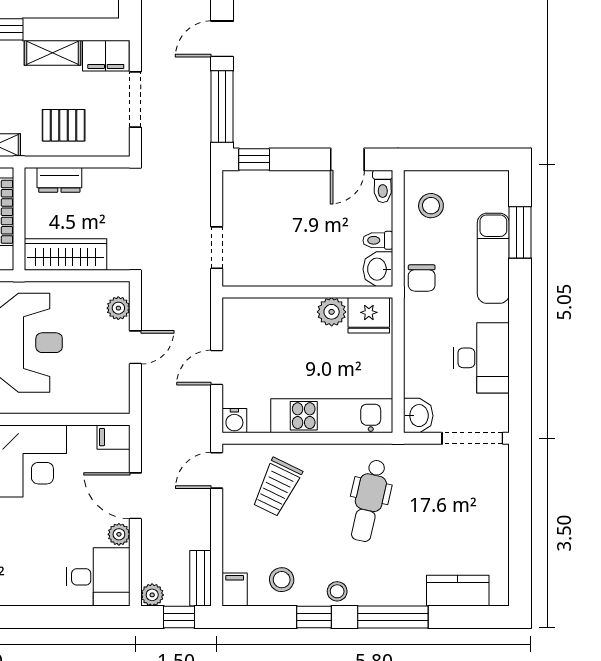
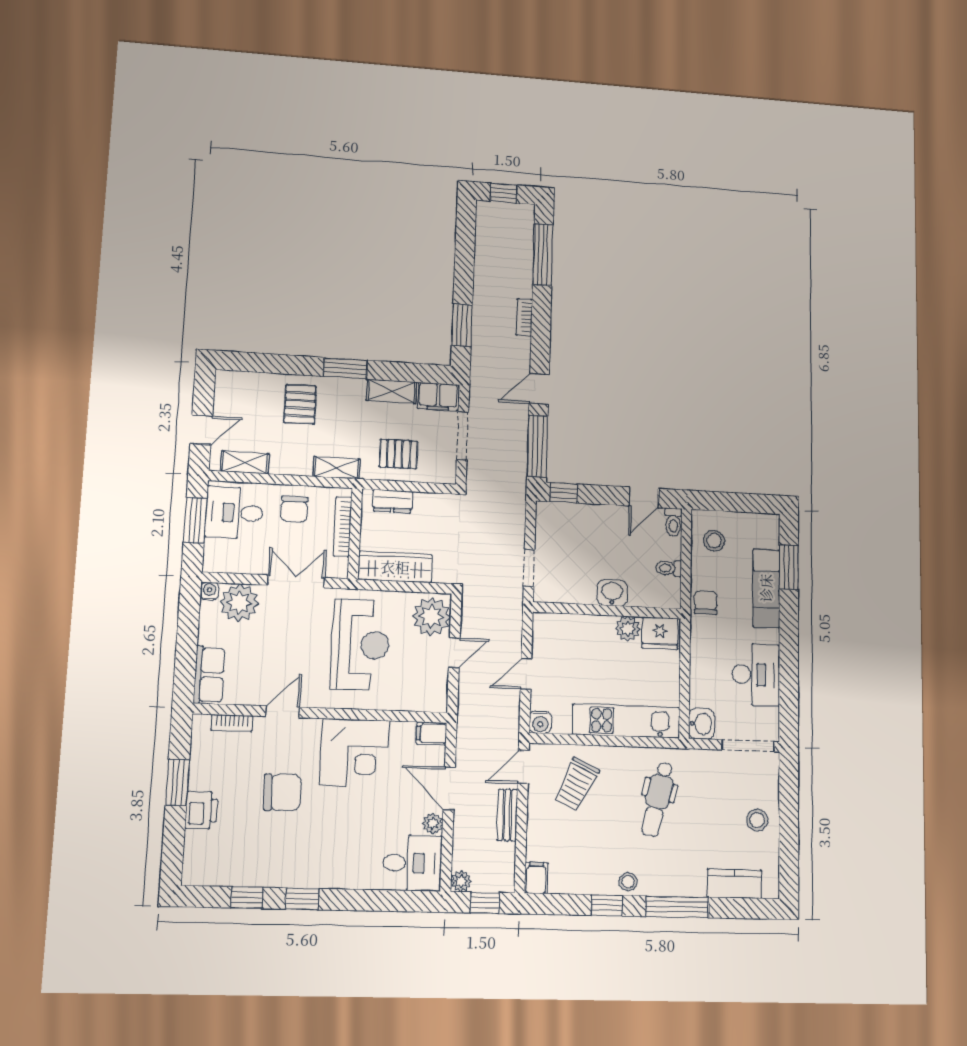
washbasin: (378, 269) -> (612, 593), moved, turned 90
chair: (422, 278) -> (706, 603), turned 180
plant: (118, 308) -> (431, 617), width x1.88, depth x1.88
bench: (201, 578) -> (507, 815), moved
stool: (282, 580) -> (757, 820), moved

